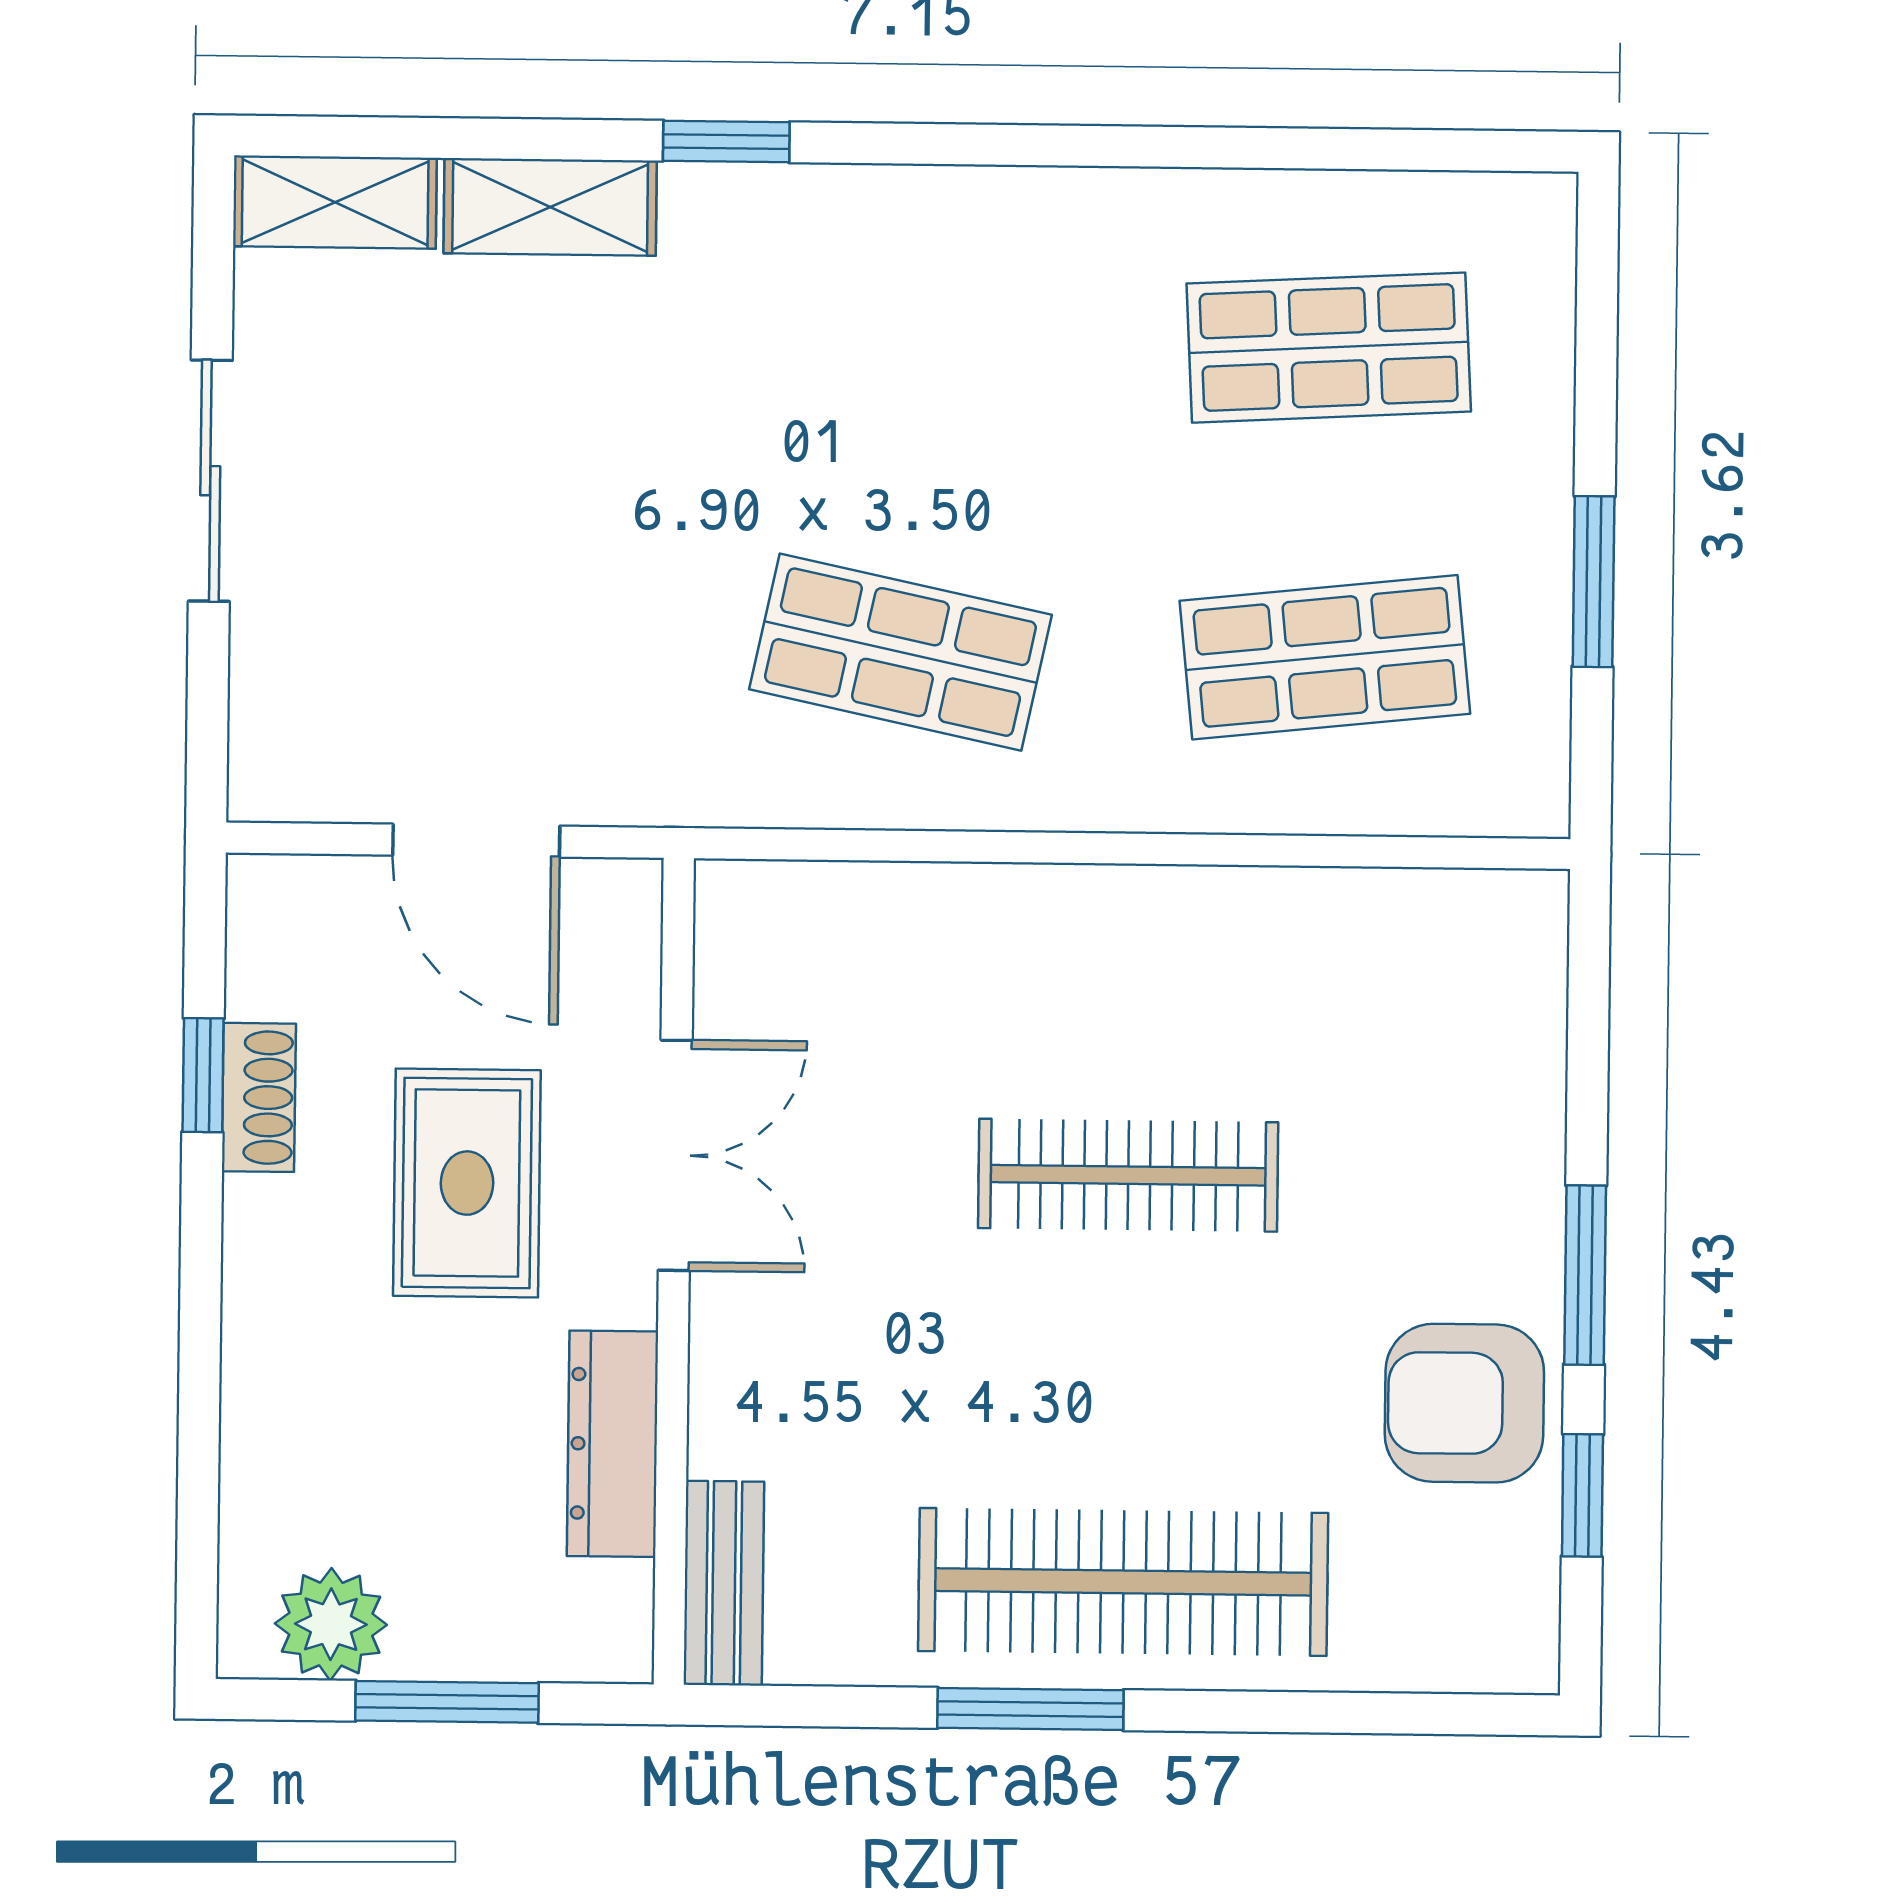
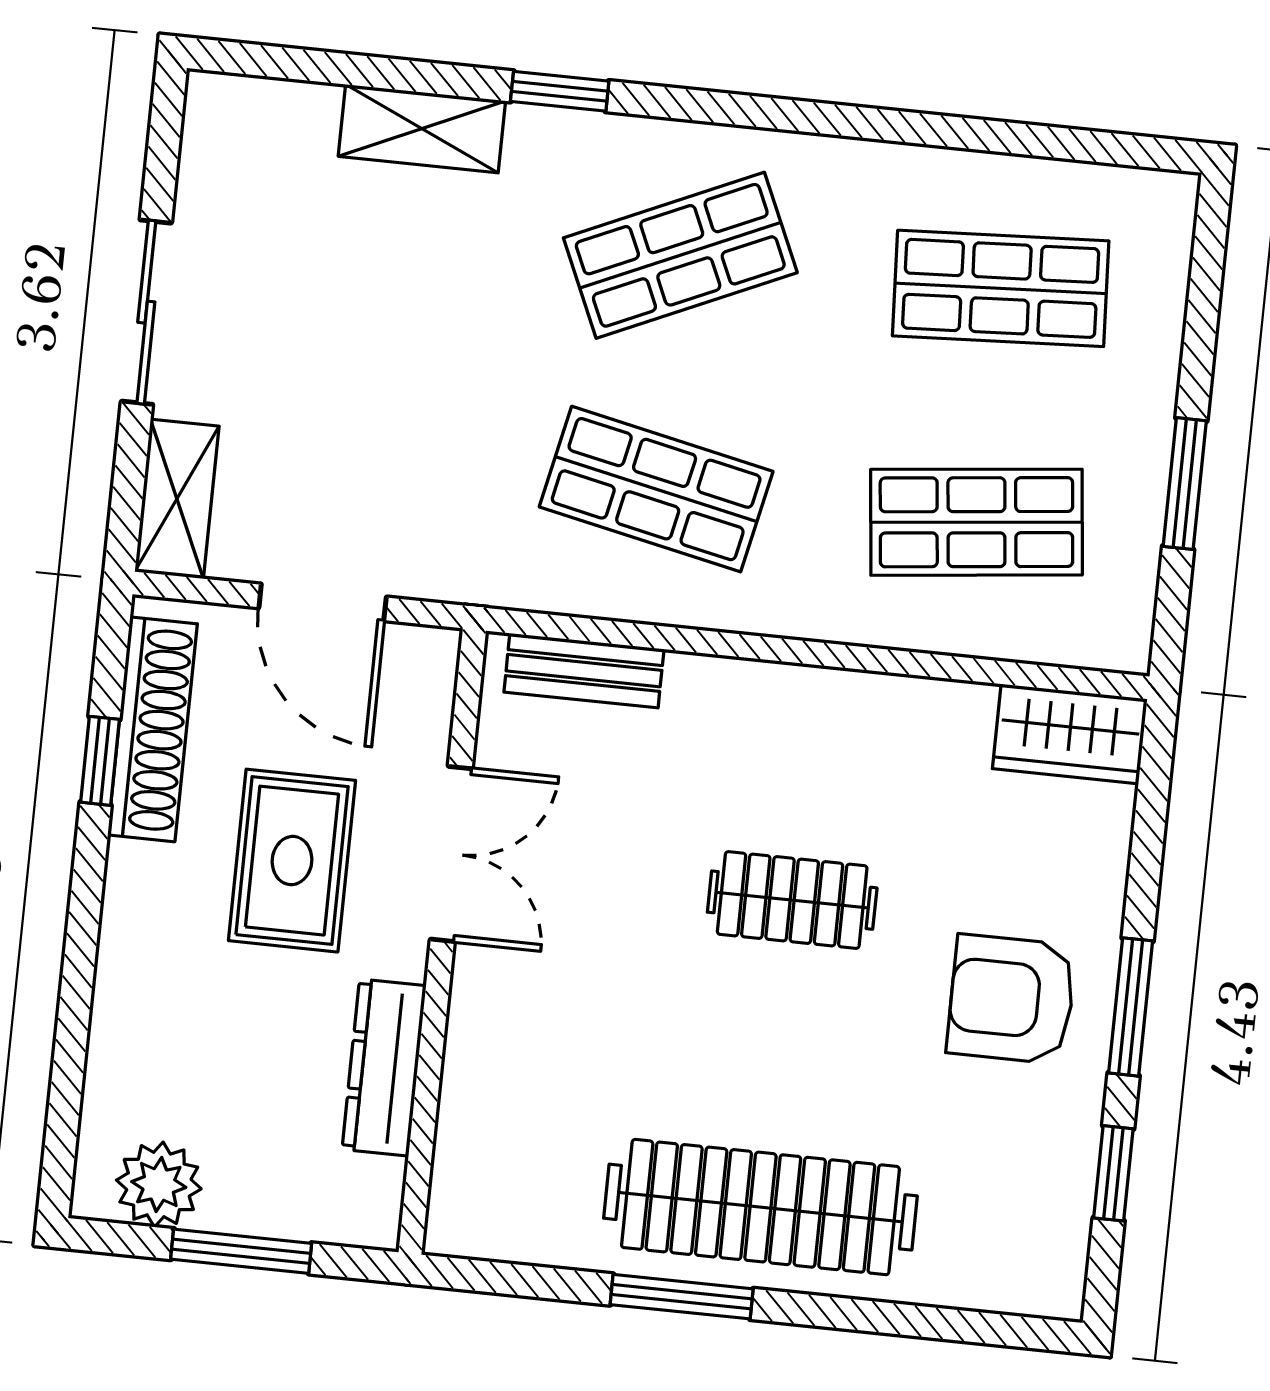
shelving: (335, 202) -> (177, 499), moved, turned 90
shop shelf: (904, 342) -> (680, 255), added
wardrobe: (1473, 924) -> (1070, 734), added
shoe rack: (259, 1097) -> (152, 729), width x1.94, depth x1.24
clothes rail: (1128, 1175) -> (792, 900), width x0.73
armchair: (1464, 1403) -> (1011, 999), moved
bench: (724, 1583) -> (584, 671), moved, turned 90

